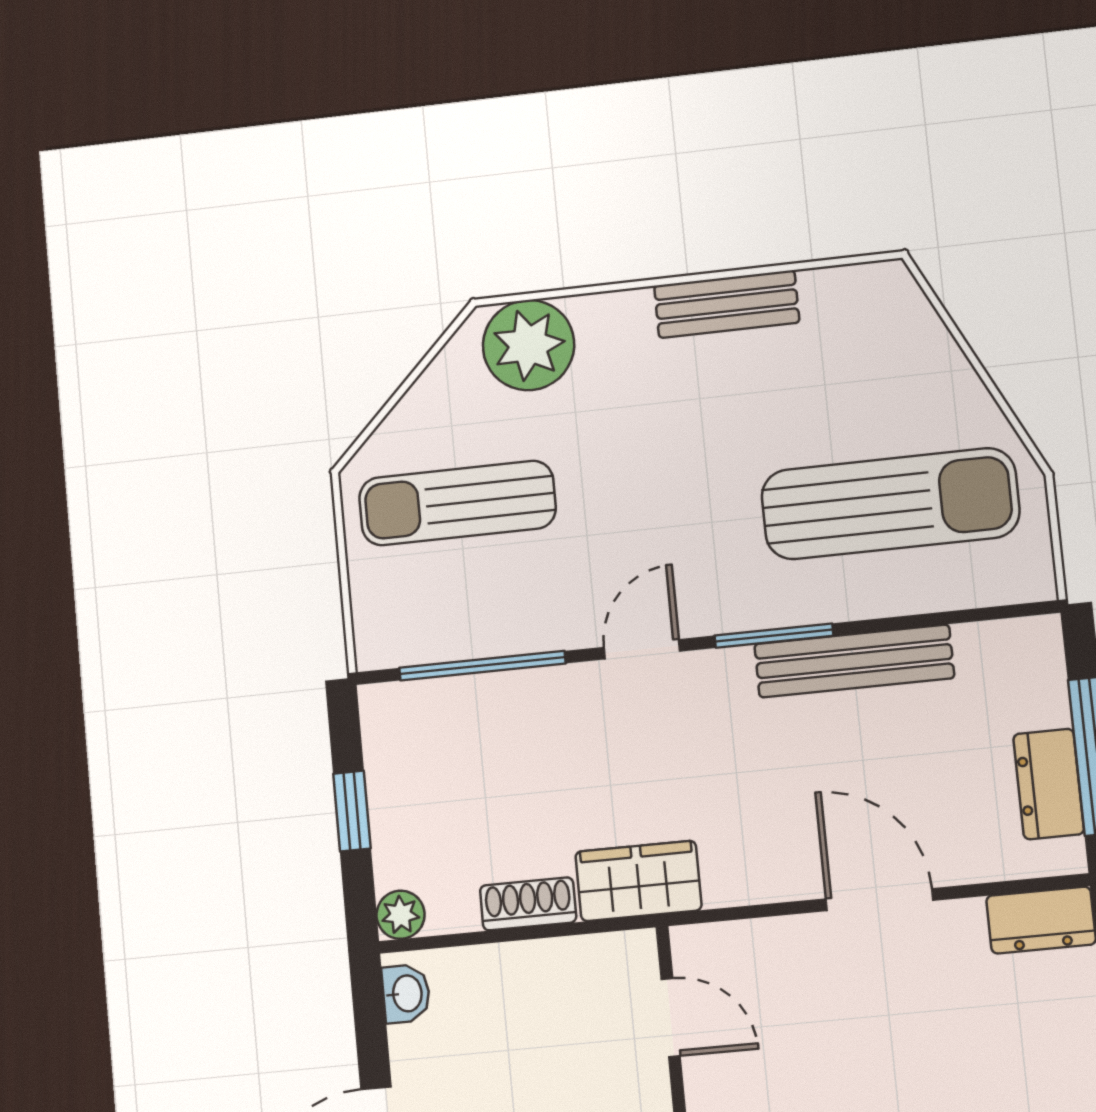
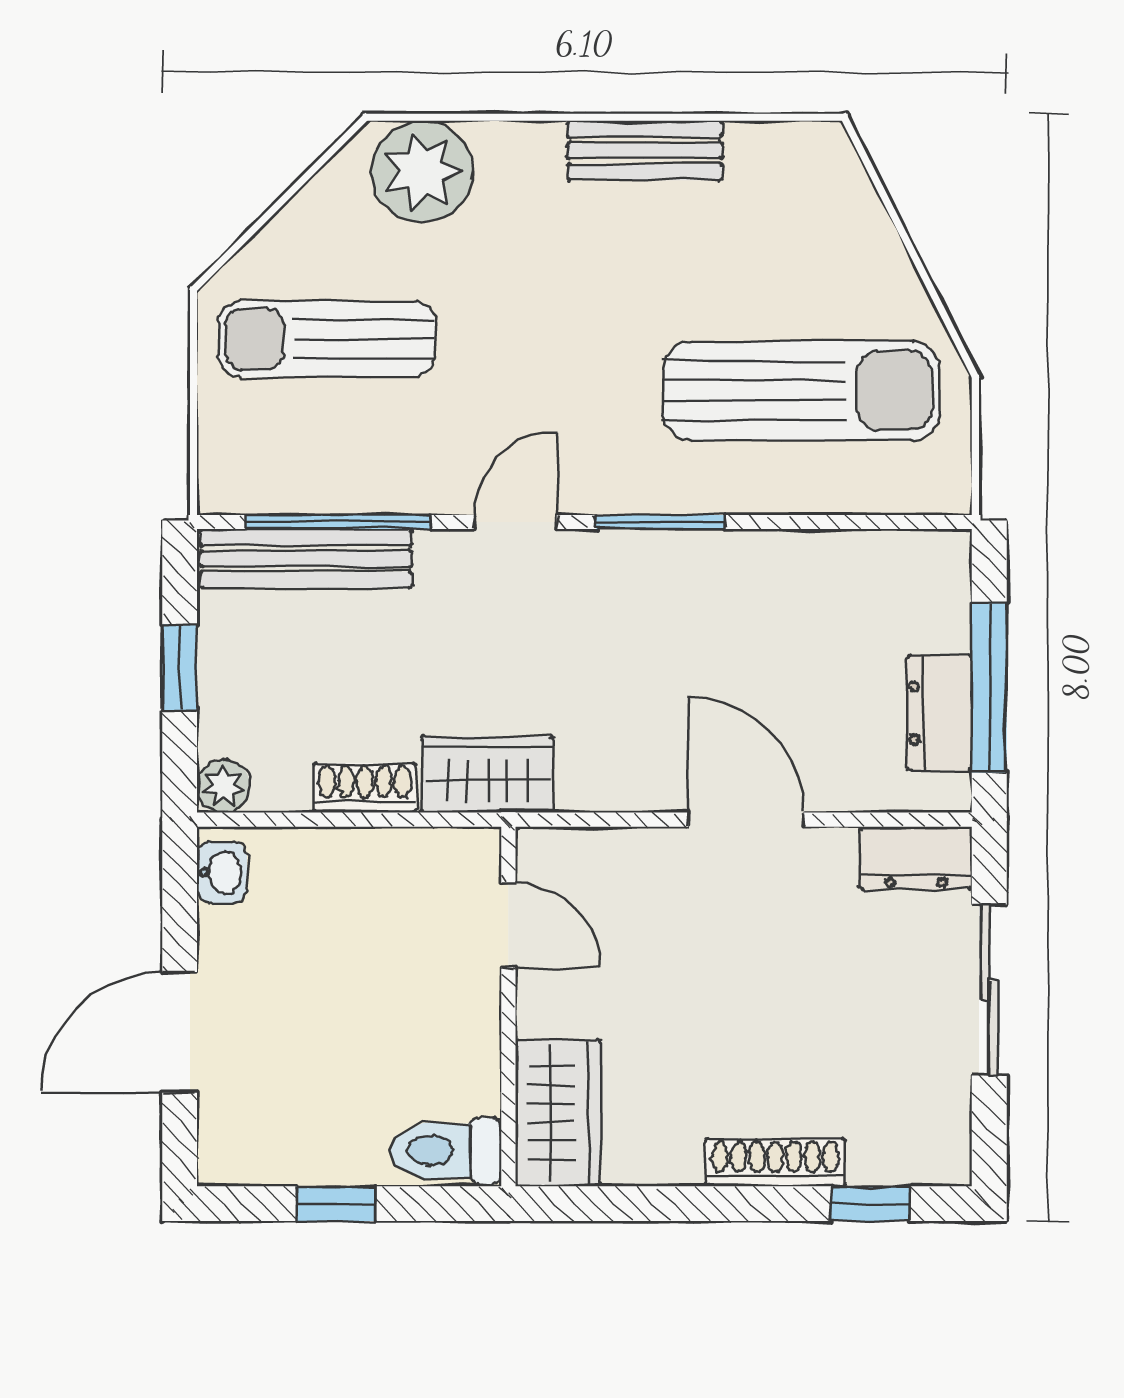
bench: (854, 661) -> (306, 559), moved

